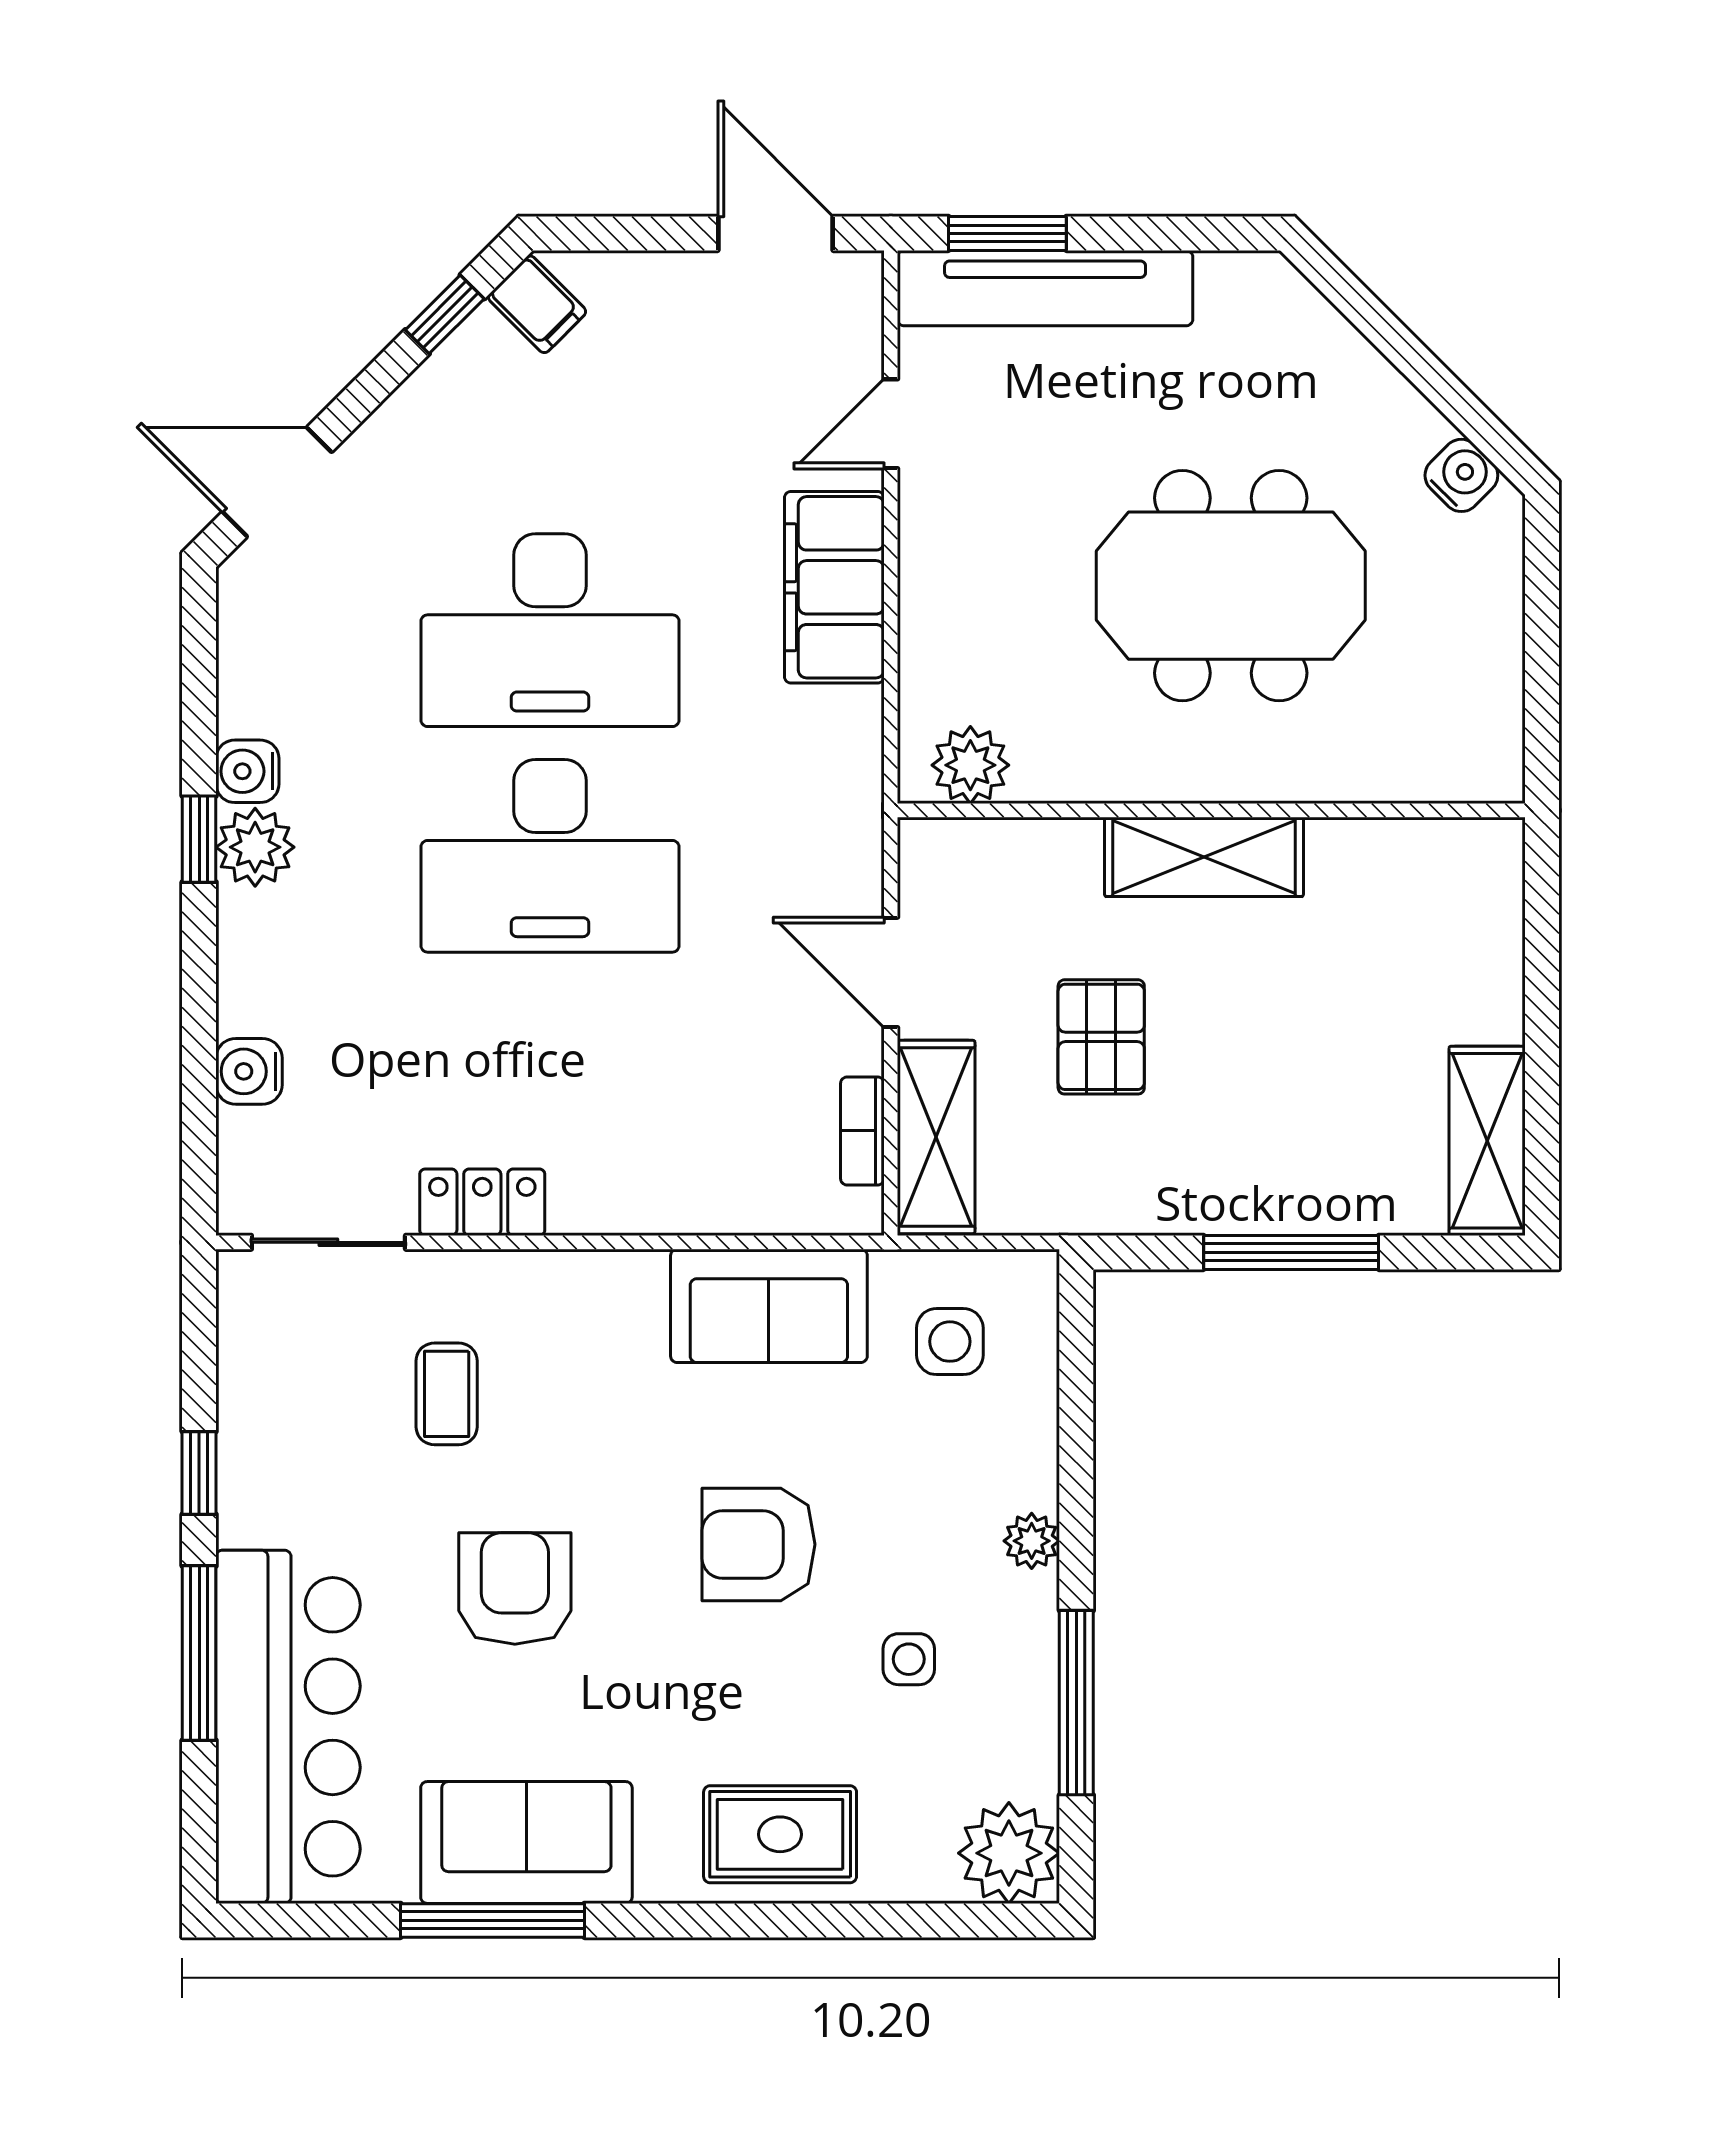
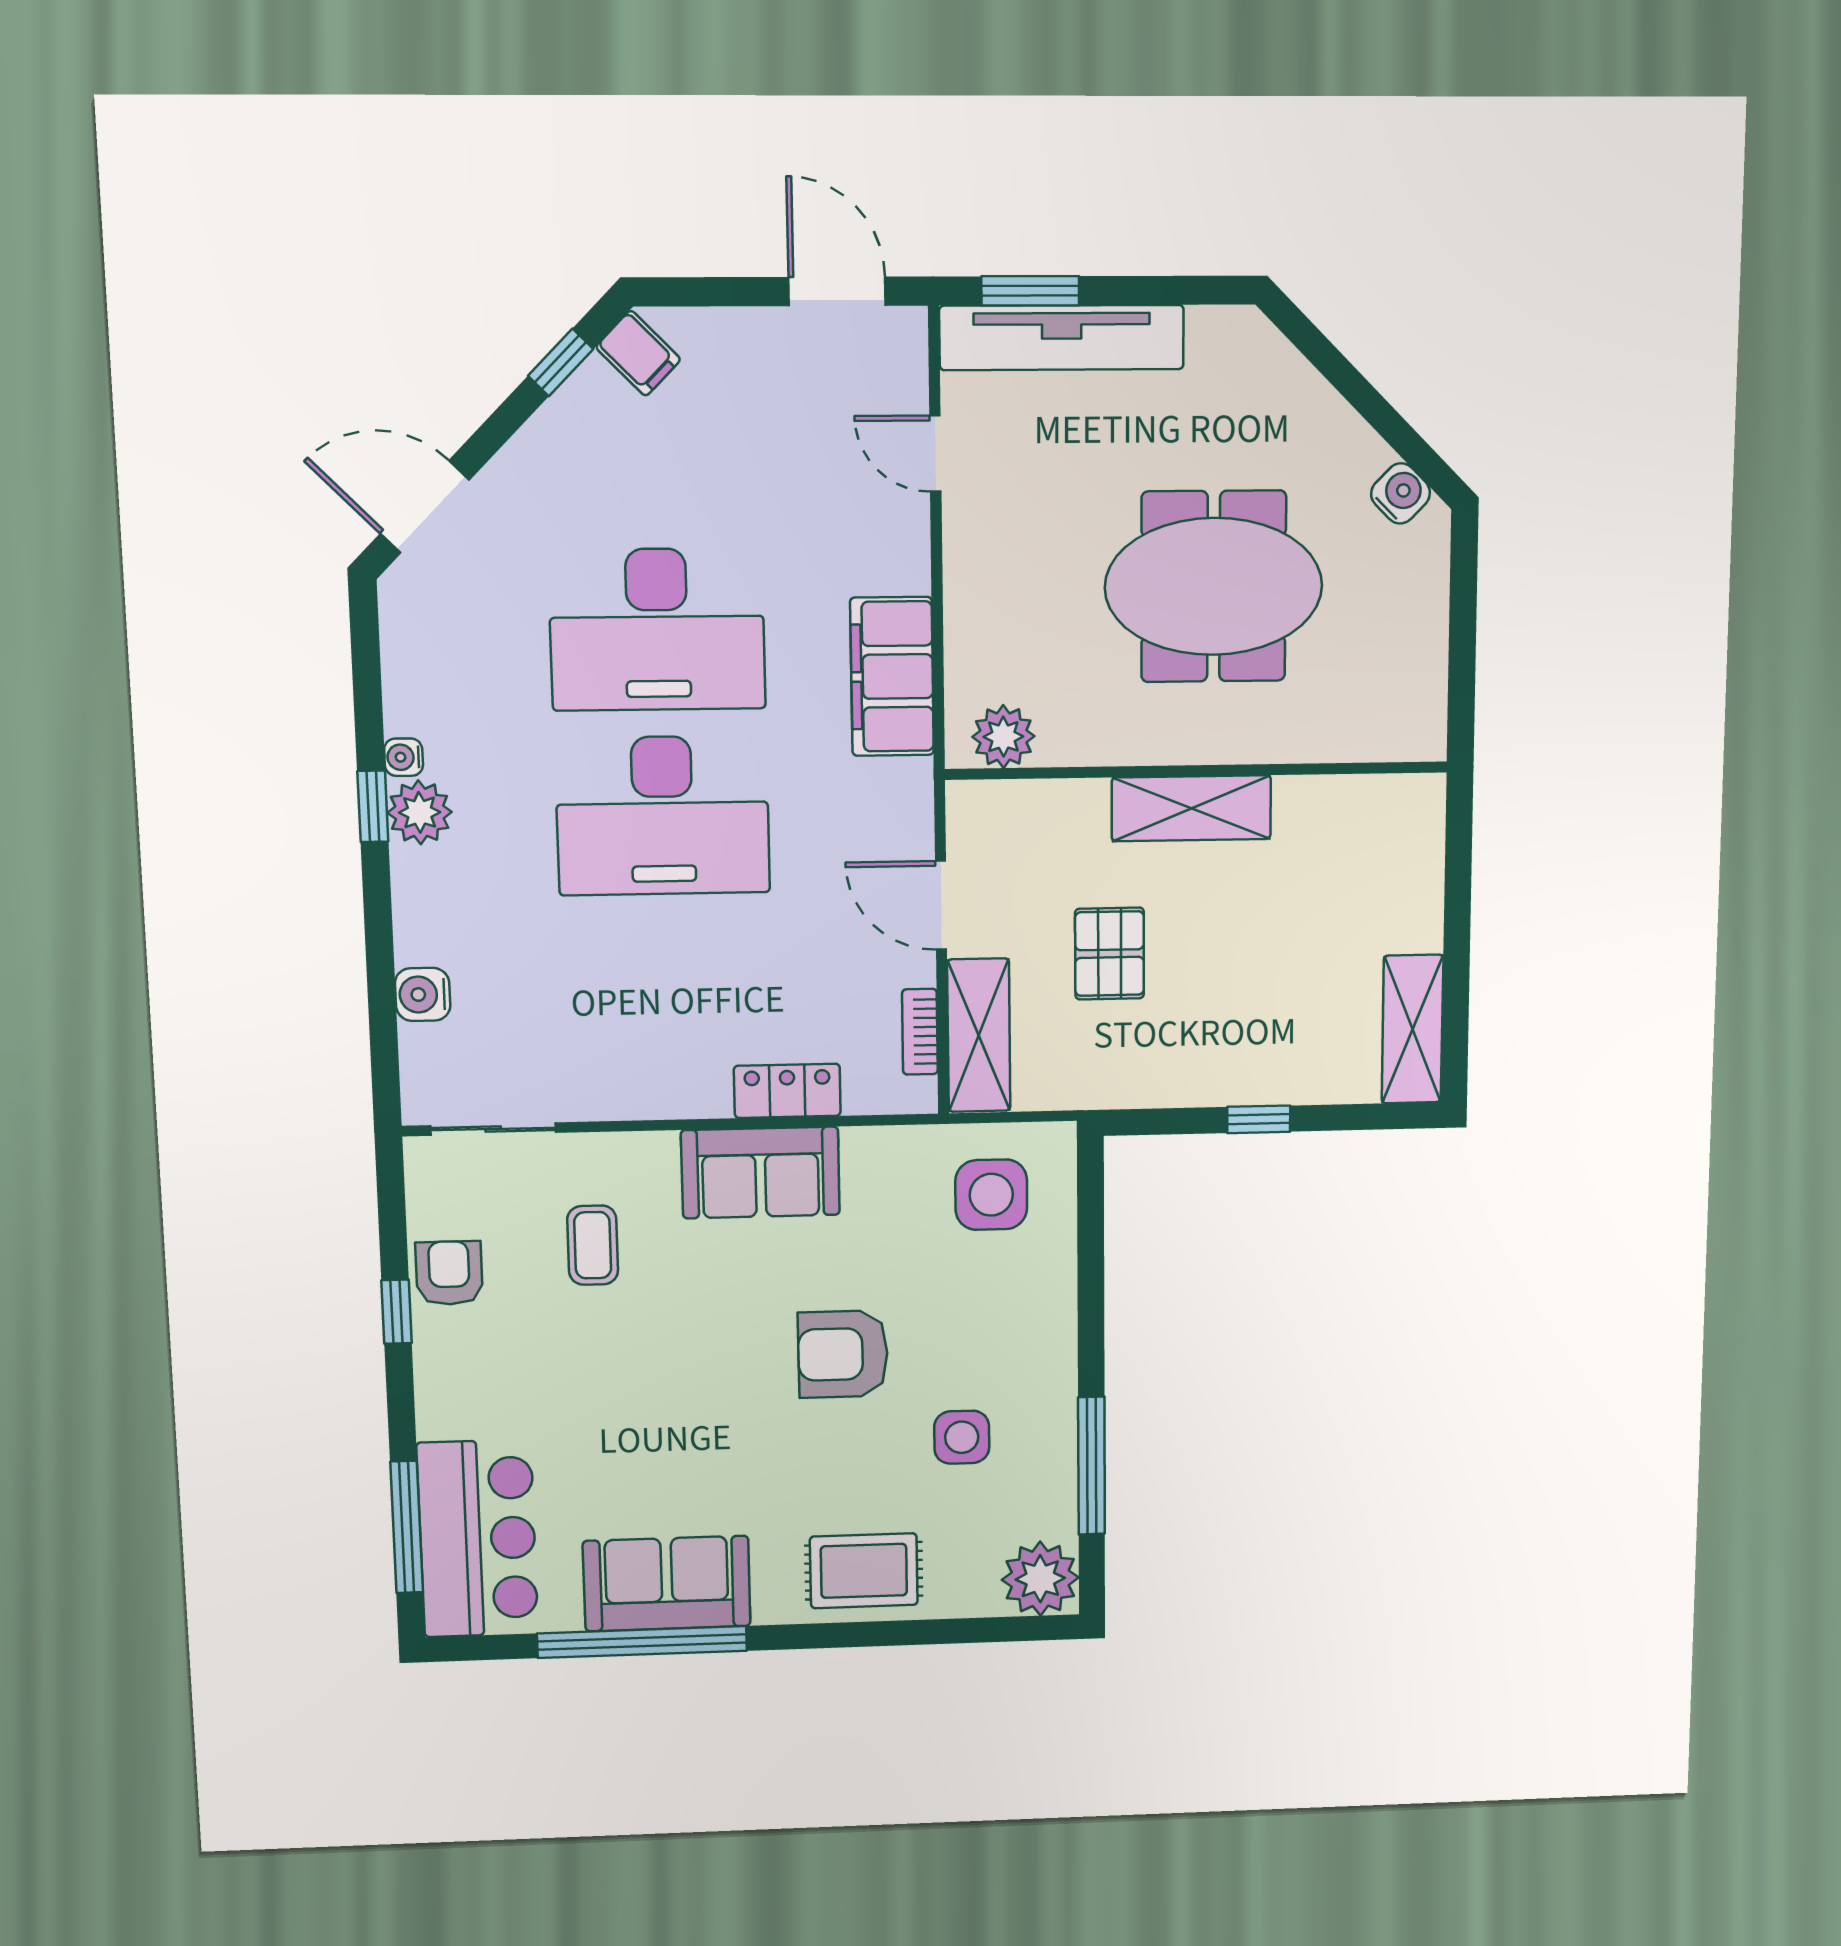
door: (891, 424) -> (935, 454), hinge flipped
filing cabinet: (834, 587) -> (892, 677), moved
water cooler: (247, 771) -> (404, 757), width x0.72, depth x0.72
locker: (482, 1202) -> (787, 1091), moved
window: (1291, 1252) -> (1259, 1119), width x0.46
sofa: (769, 1306) -> (760, 1173), moved
side table: (950, 1342) -> (991, 1195), width x1.37, depth x1.37
plant: (1032, 1541) -> (1056, 1345), removed
armchair: (515, 1588) -> (449, 1273), moved, width x0.72, depth x0.72
window: (199, 1653) -> (407, 1527), moved
side table: (909, 1659) -> (962, 1437), width x1.37, depth x1.37
bar counter: (288, 1727) -> (478, 1539), width x0.73
window: (492, 1920) -> (642, 1642), width x1.46

